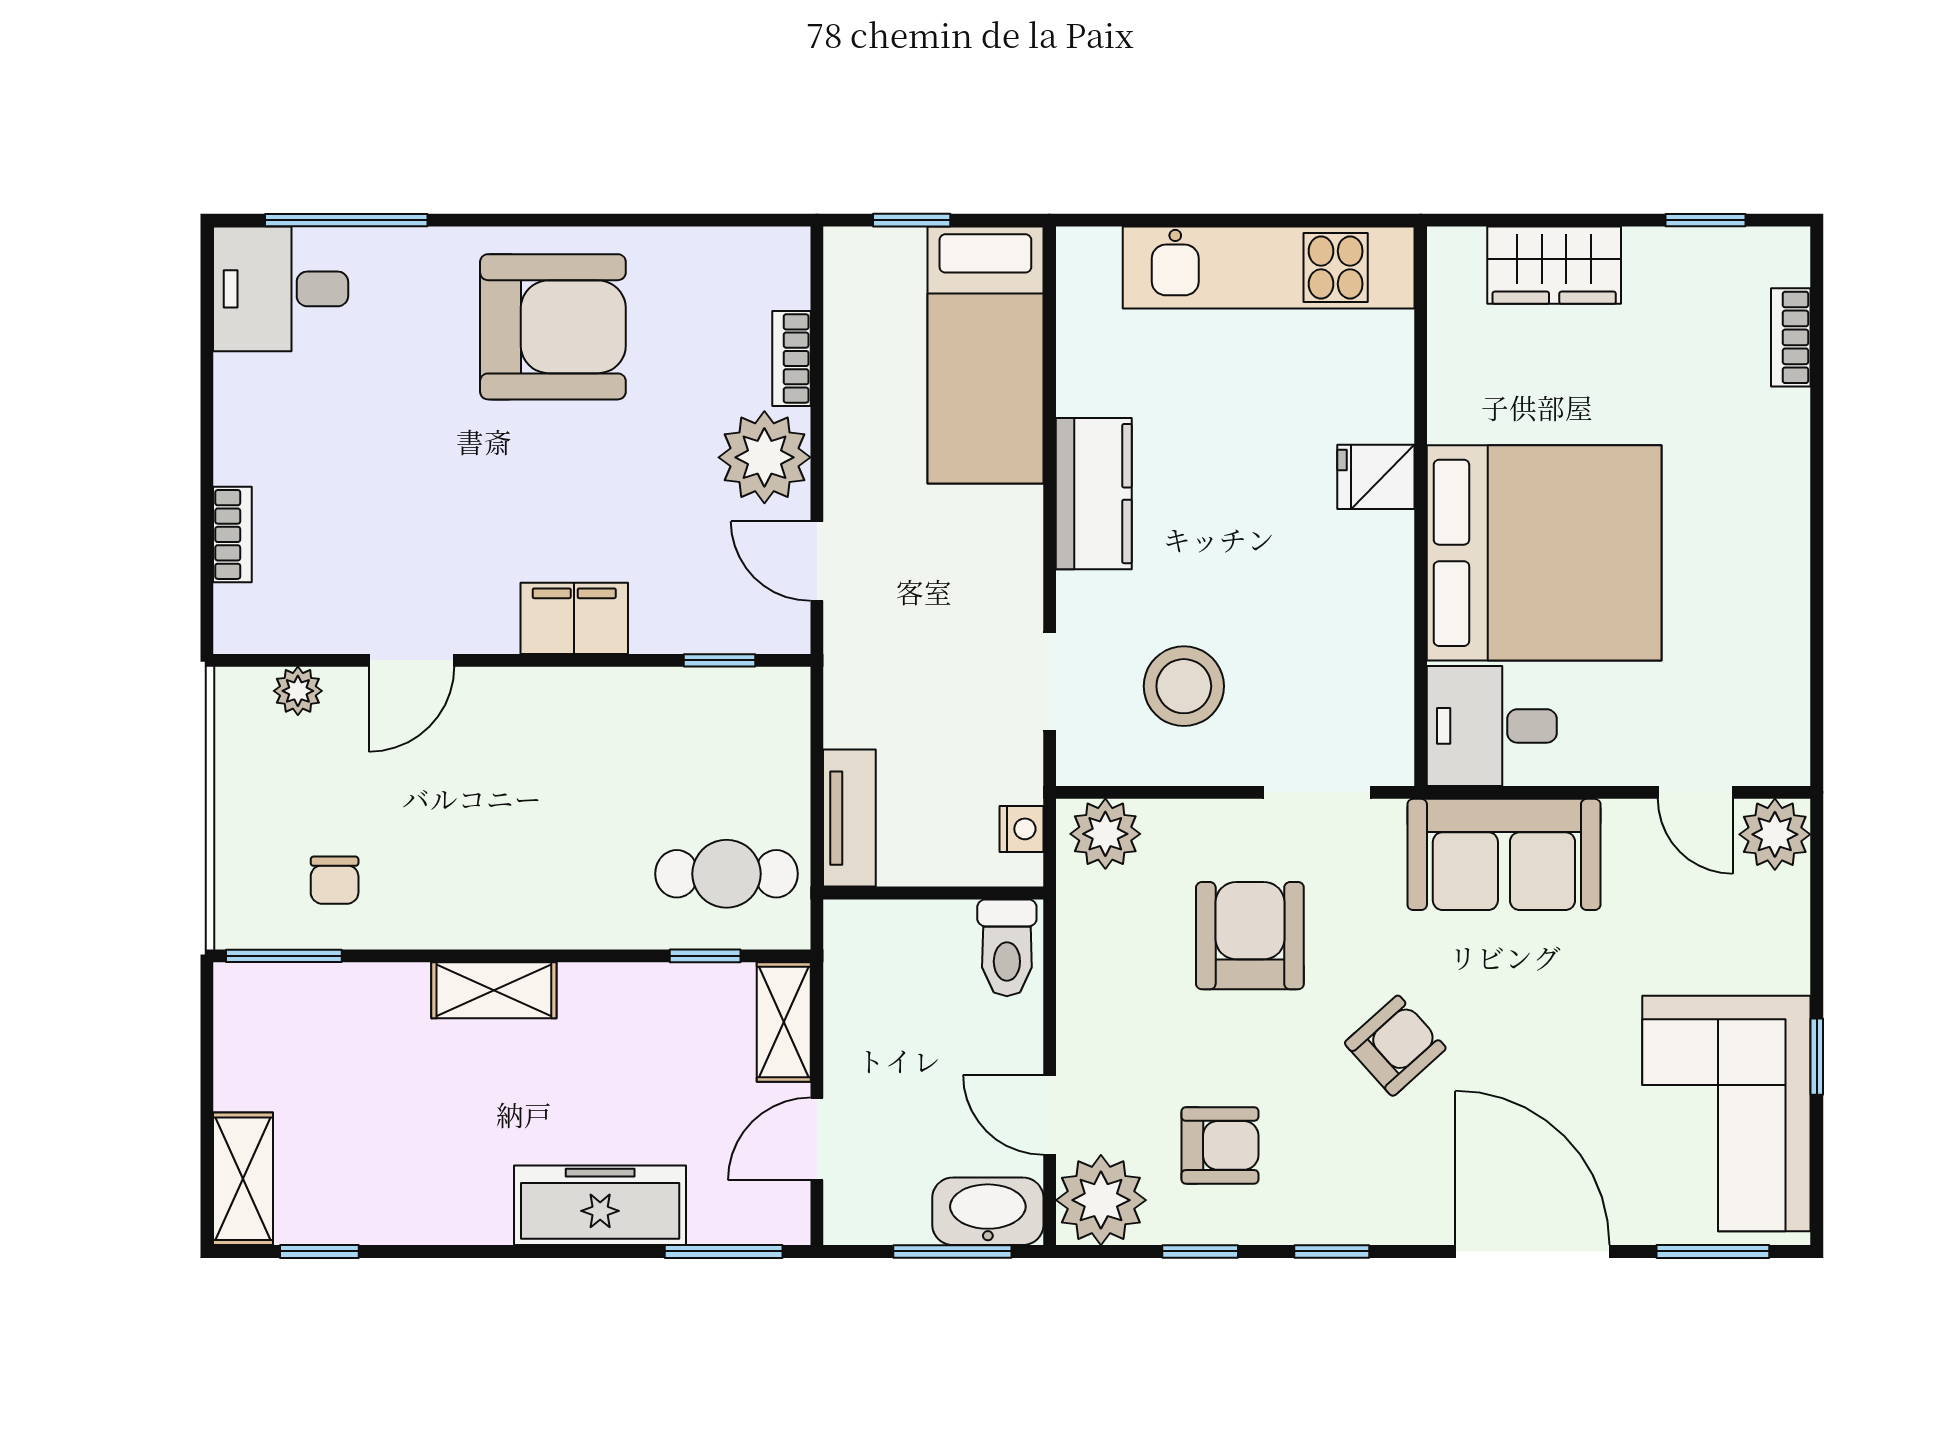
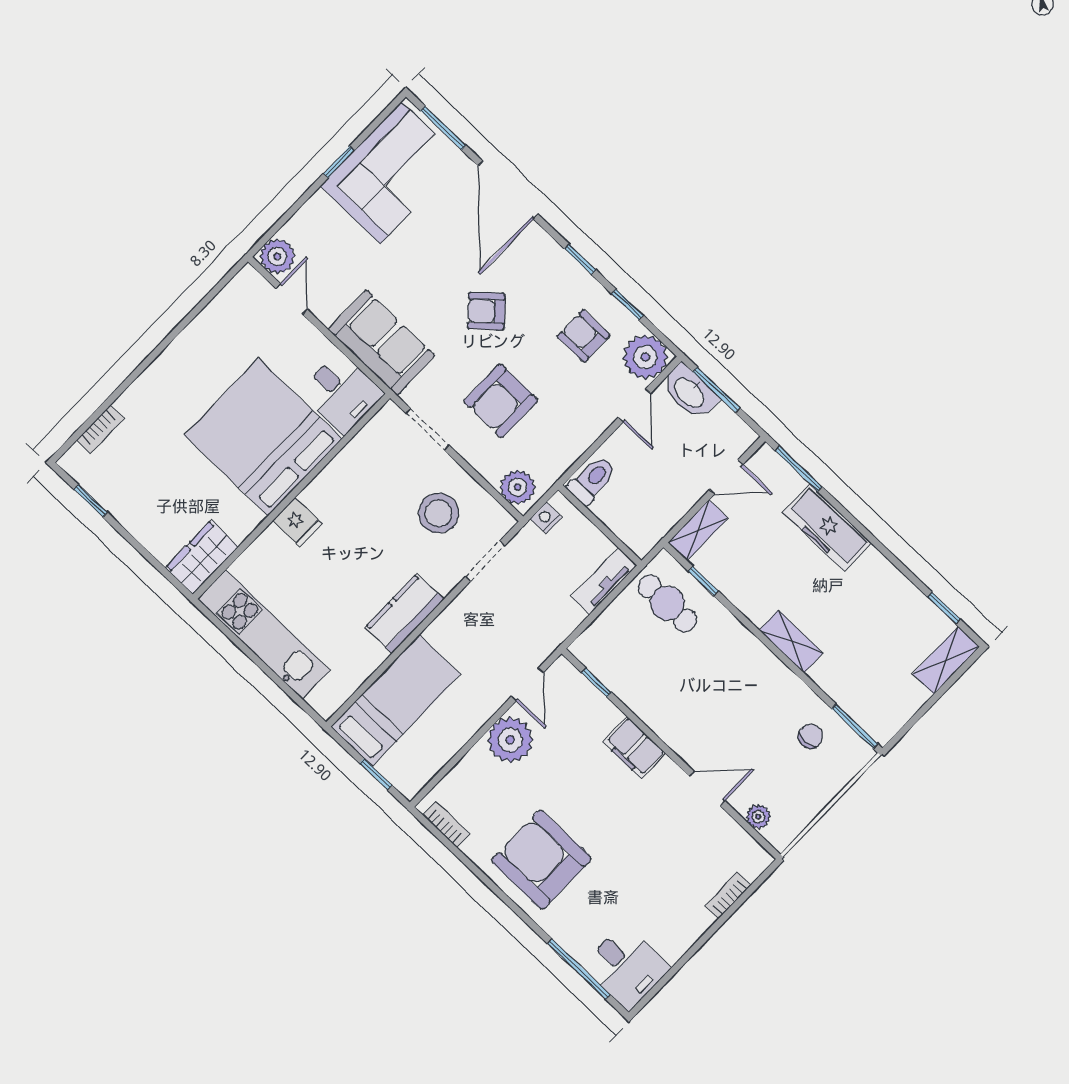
wardrobe: (1554, 265) -> (202, 557), moved, turned -90
bookcase: (792, 358) -> (446, 824), moved, turned -90

